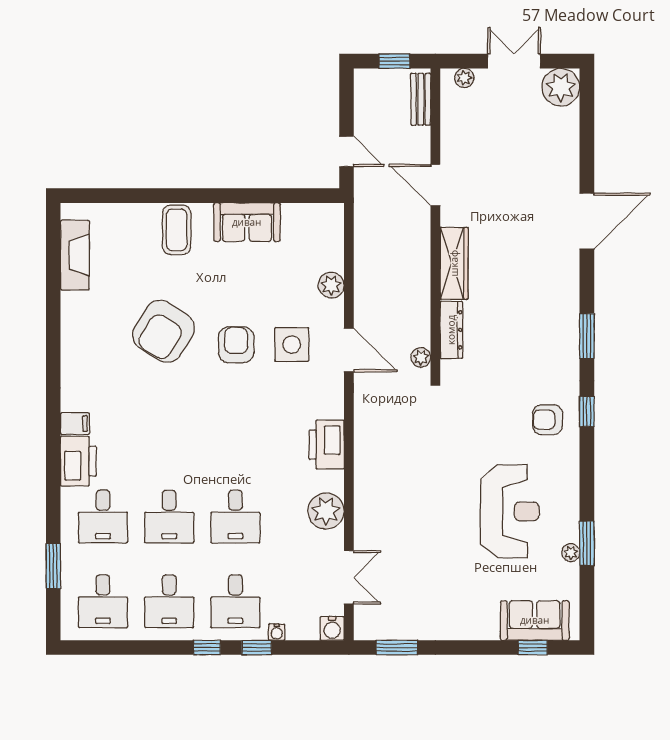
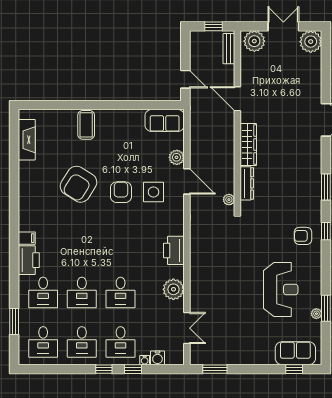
plant: (464, 78) -> (254, 41), width x1.87, depth x1.87
sofa: (247, 222) -> (165, 120), moved
door: (349, 350) -> (187, 181), moved
water cooler: (332, 628) -> (158, 358), moved

